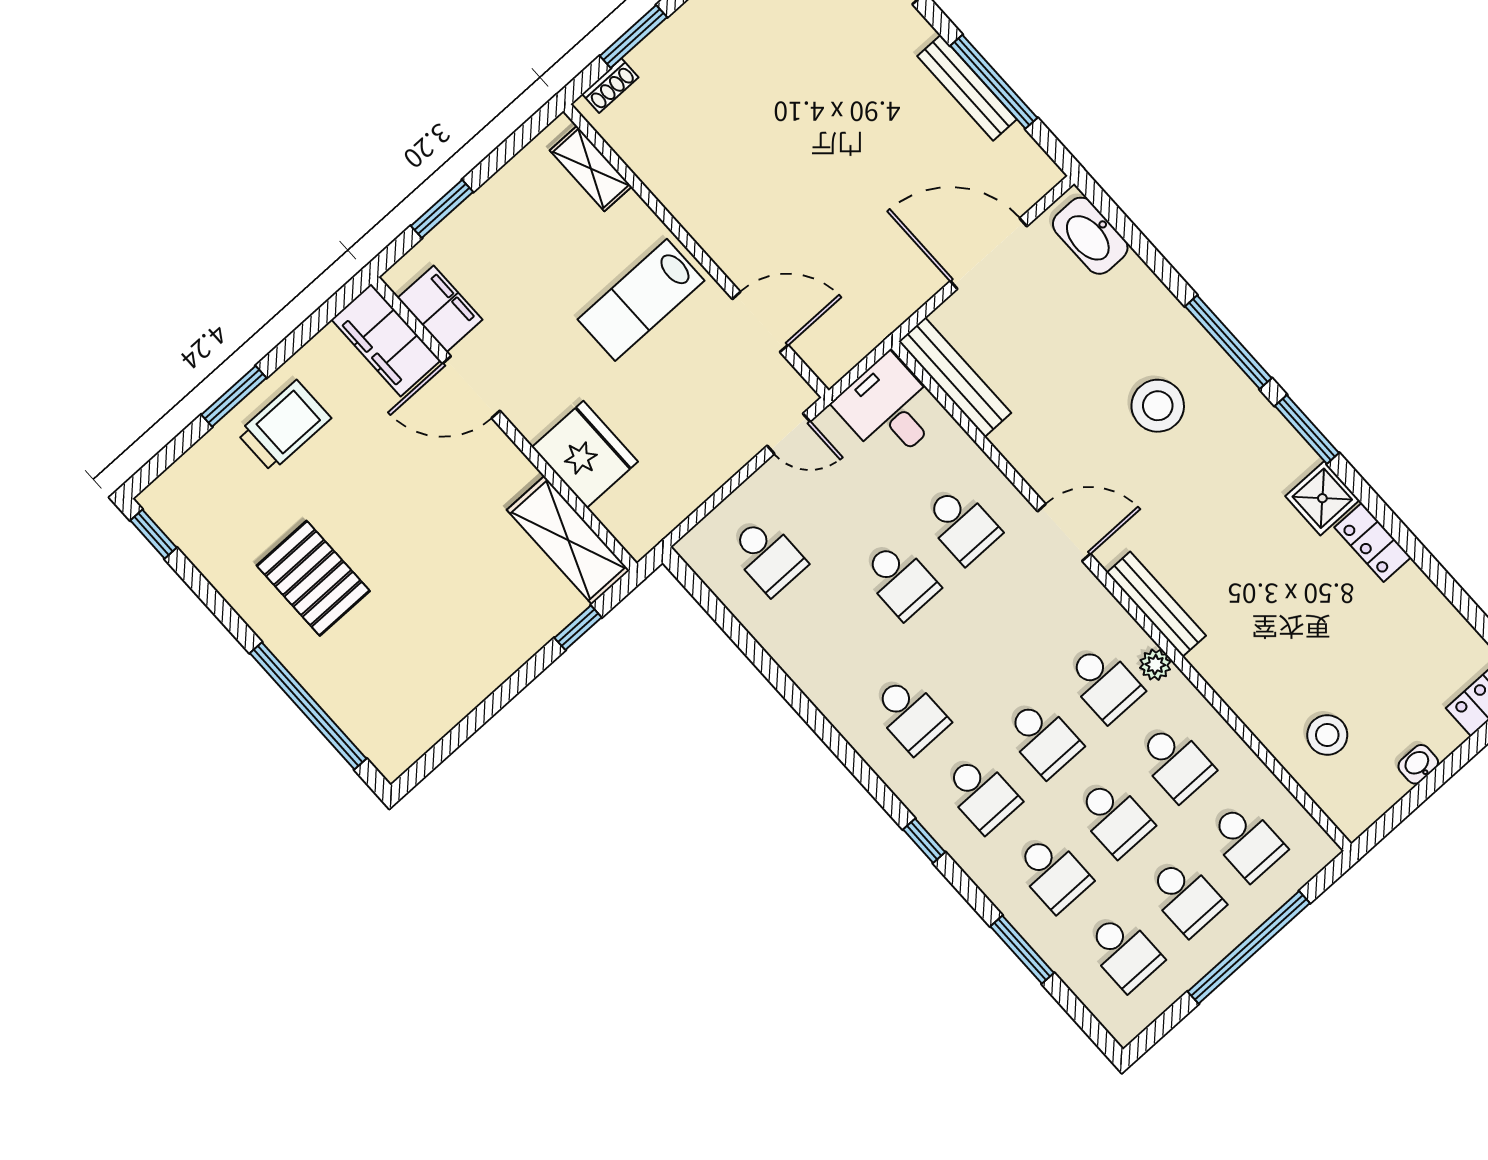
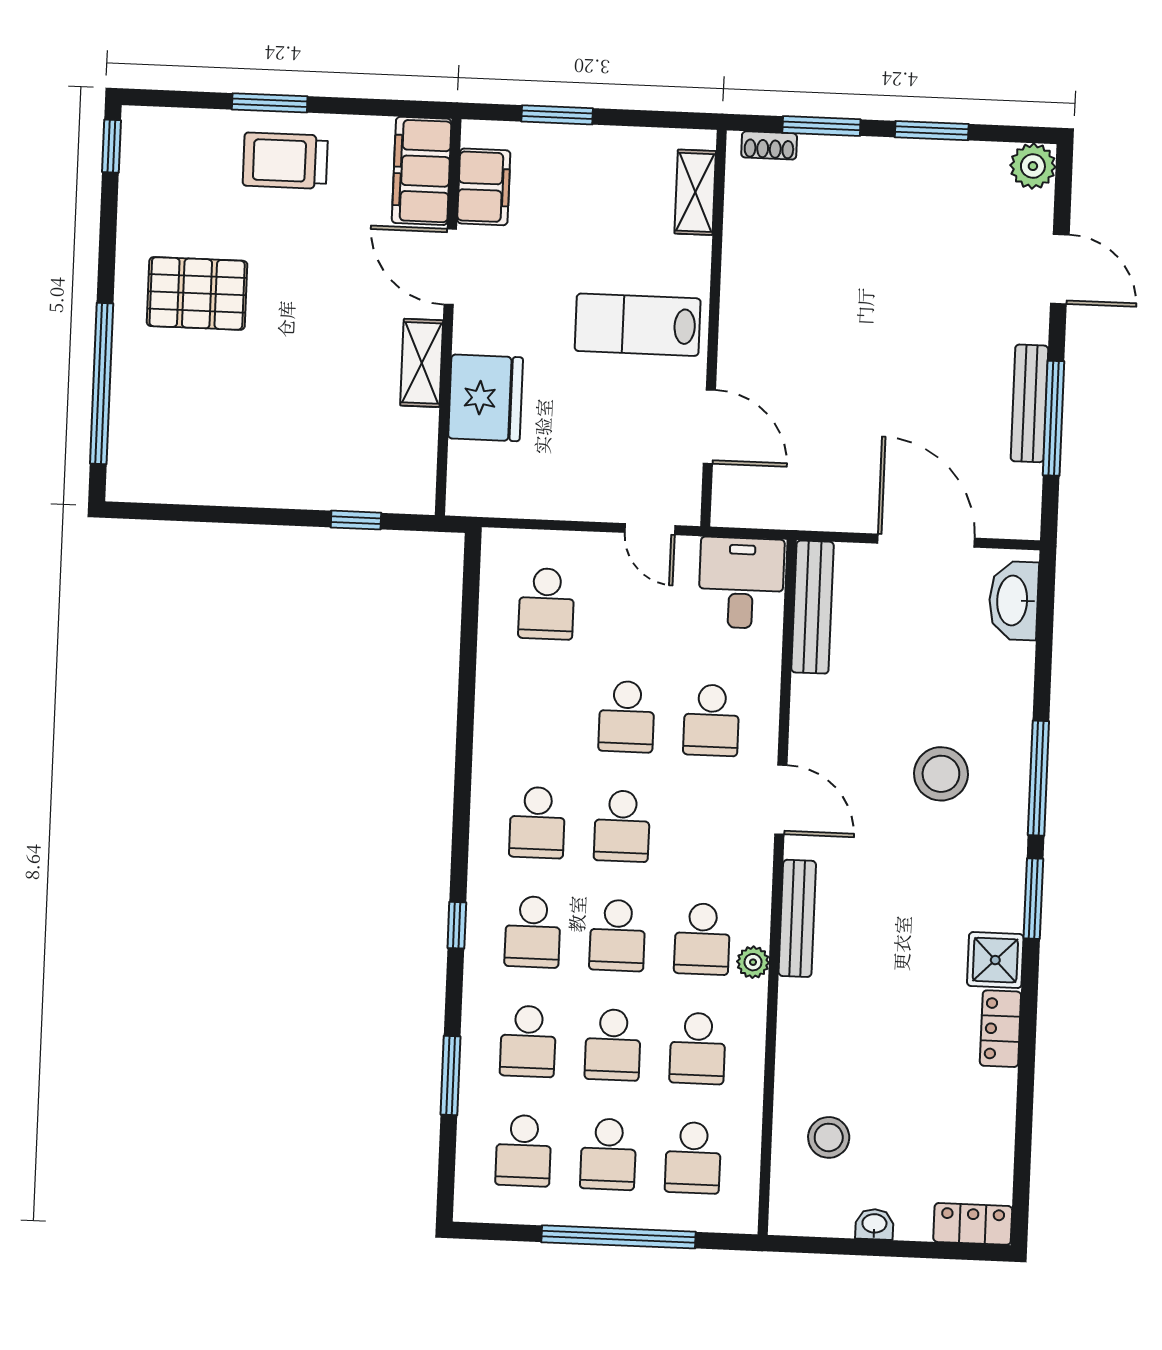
trolley: (284, 426) -> (285, 161), turned 180
shelving: (568, 540) -> (422, 363), moved, width x0.67, depth x0.75
pallet: (313, 578) -> (197, 293), turned 90
school desk: (971, 659) -> (622, 826), added

